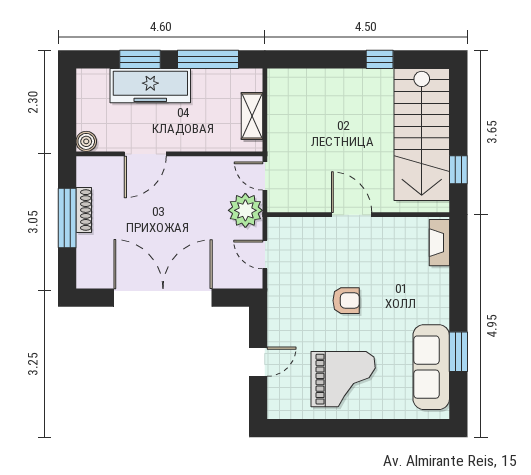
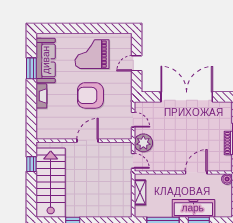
door: (352, 215) -> (88, 141), swing flipped
fireplace: (439, 243) -> (41, 96), moved
double door: (163, 298) -> (187, 97), swing flipped
armchair: (346, 301) -> (90, 95), width x1.88, depth x1.88

